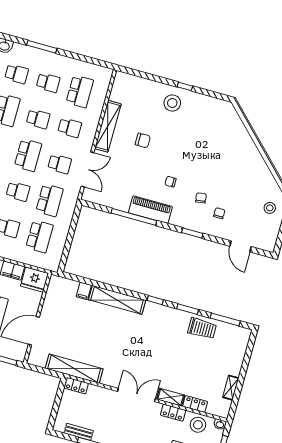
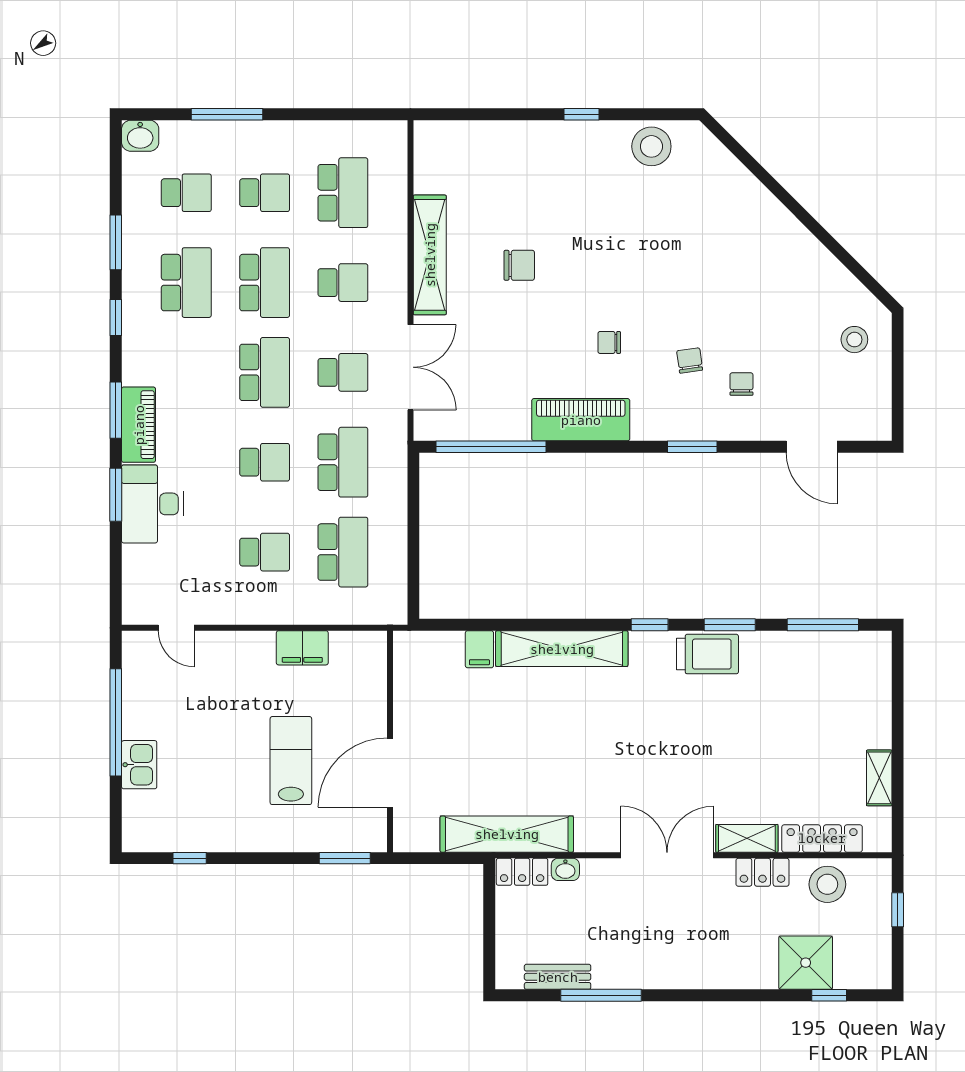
stool: (172, 103) -> (651, 146), moved
school desk: (38, 119) -> (265, 283), width x1.85
window: (134, 217) -> (491, 447), moved
fridge: (34, 280) -> (359, 655), removed
trolley: (202, 328) -> (707, 654), moved
locker: (195, 404) -> (822, 838), width x1.53
washbasin: (220, 424) -> (565, 869), moved

